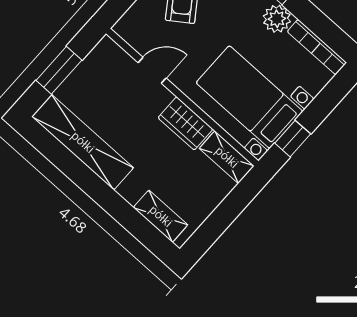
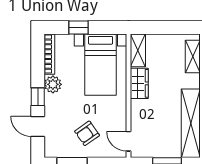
door: (152, 70) -> (128, 141), moved
window: (293, 139) -> (78, 27), moved

